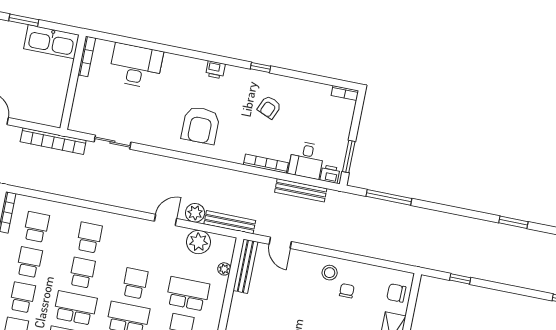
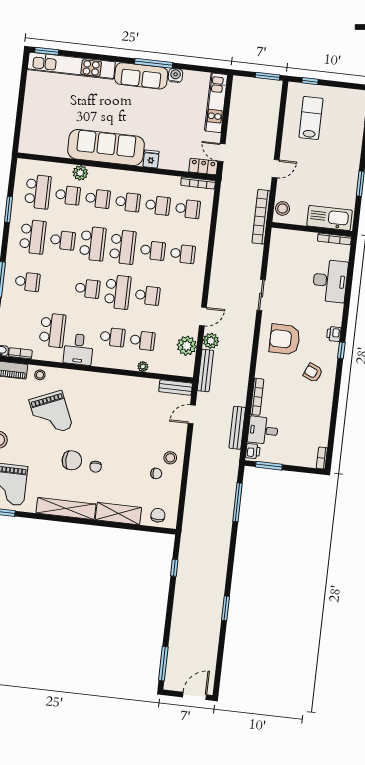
kitchen sink: (51, 42) -> (330, 218), moved, turned 90
window: (261, 67) -> (341, 350), moved
printer: (215, 70) -> (334, 334), moved
armchair: (269, 107) -> (313, 373), moved
stool: (45, 115) -> (283, 208), added
sliding door: (112, 142) -> (261, 295), moved
door: (165, 220) -> (203, 316), hinge flipped
bench: (245, 266) -> (176, 387), width x0.73
plant: (224, 269) -> (143, 367), moved
school desk: (188, 294) -> (142, 340), width x0.54

